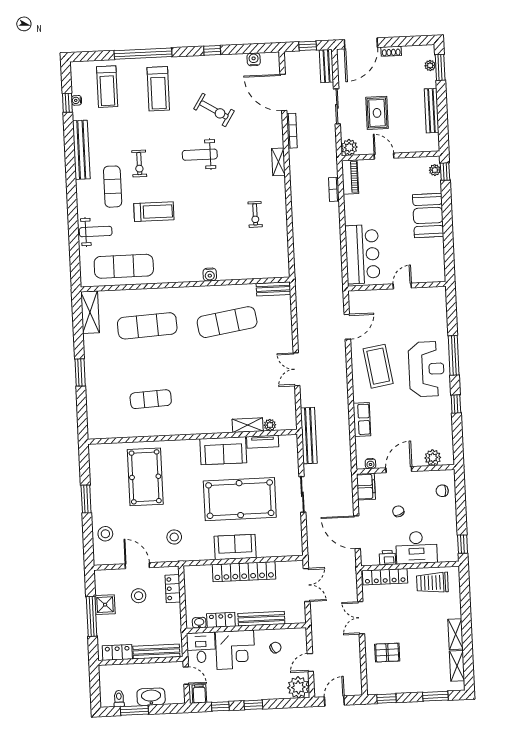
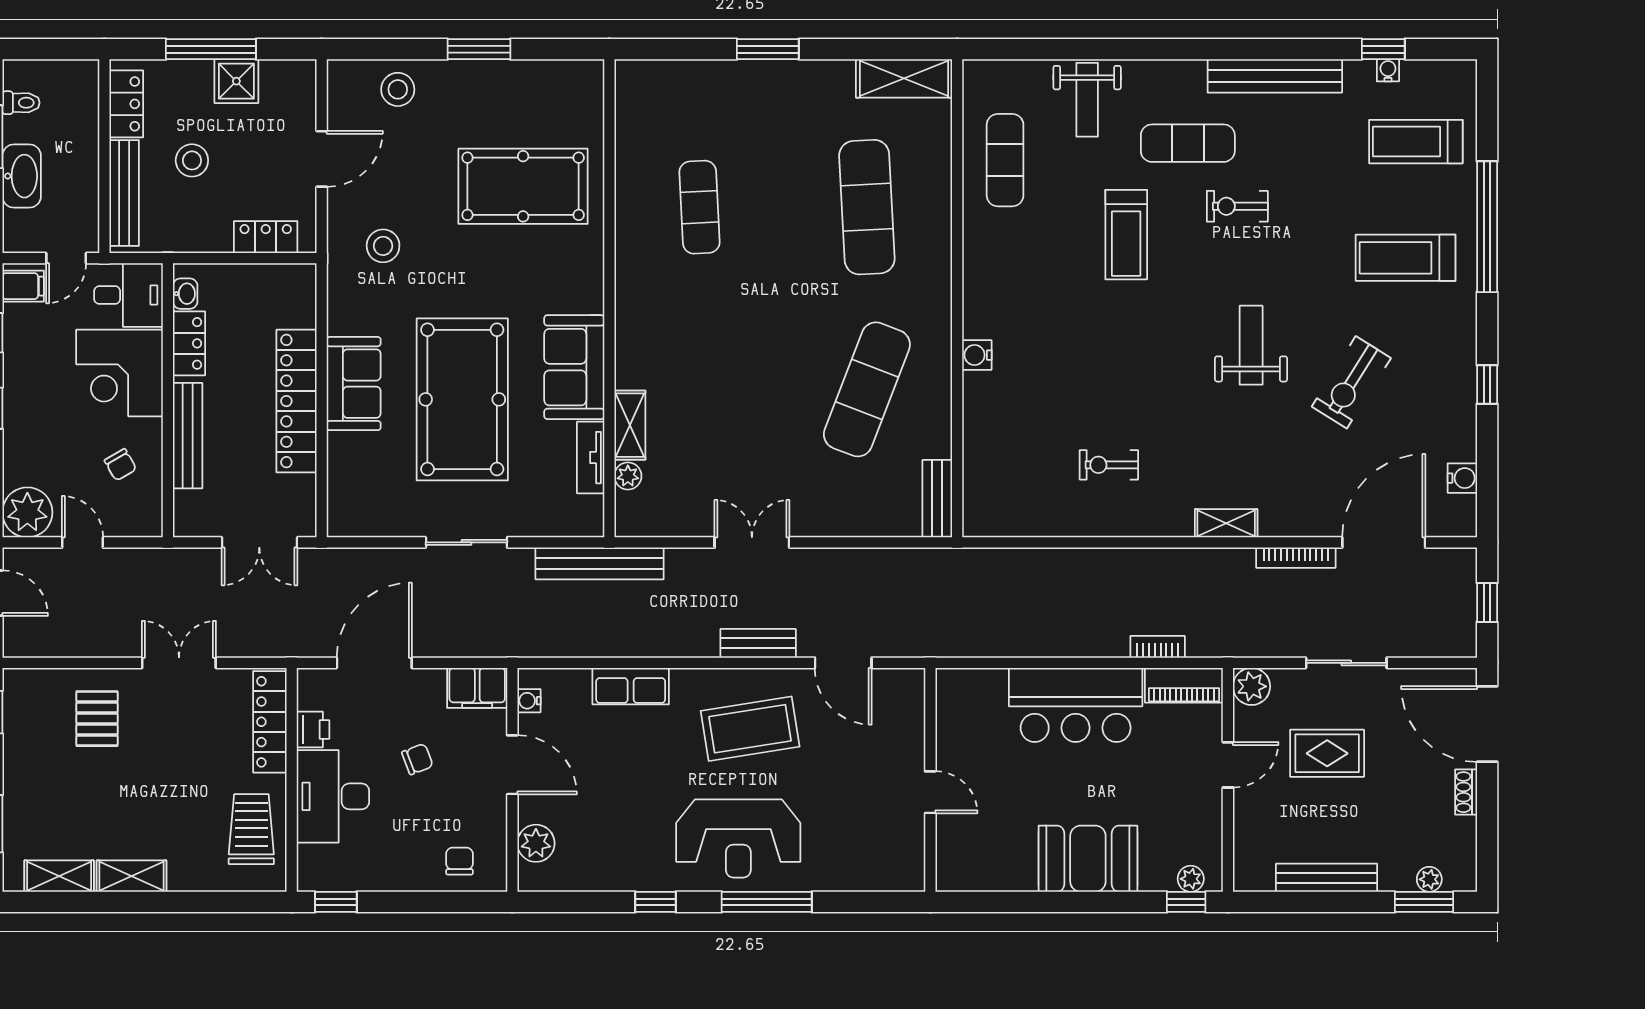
bench: (327, 66) -> (758, 643), moved
bar counter: (362, 254) -> (1076, 705), moved
exercise mat: (124, 266) -> (1005, 160), width x0.73, depth x0.69
exercise mat: (227, 322) -> (867, 389), turned 30
stool: (139, 596) -> (192, 160), moved

